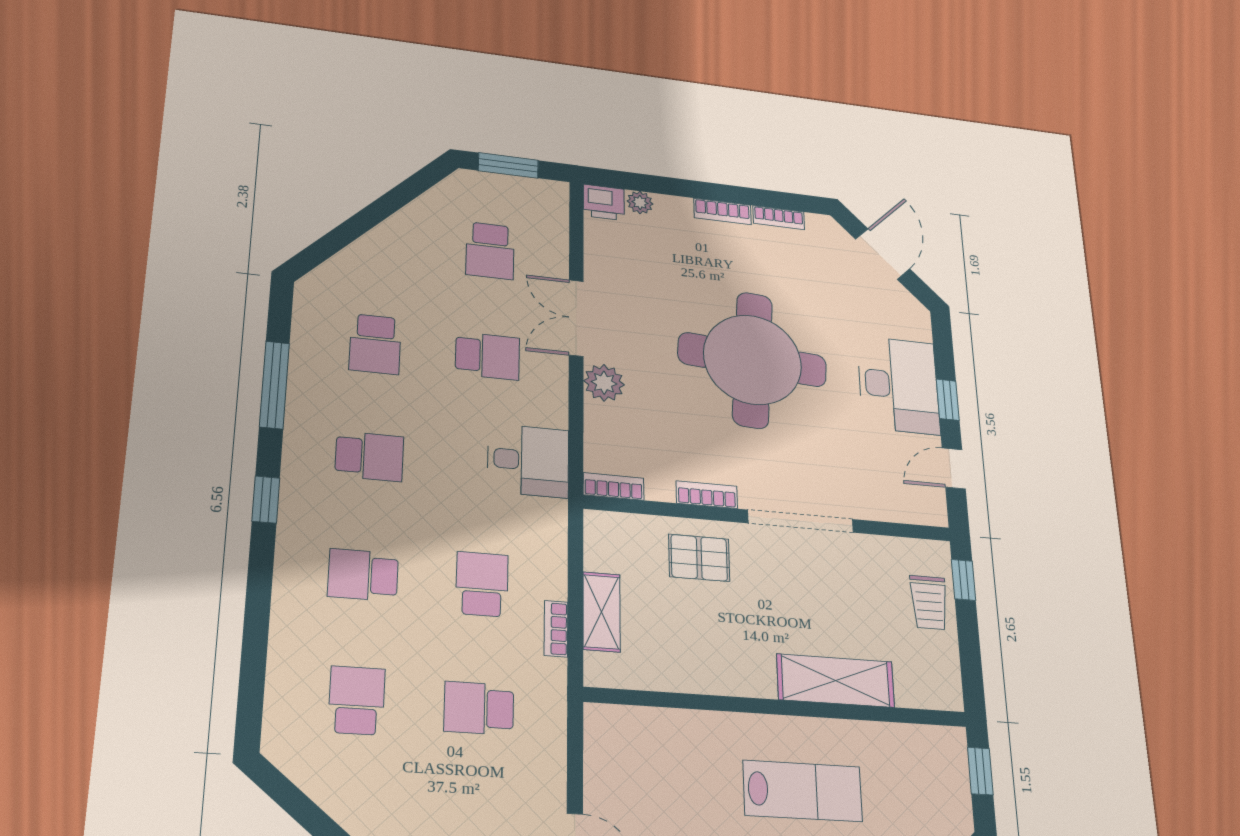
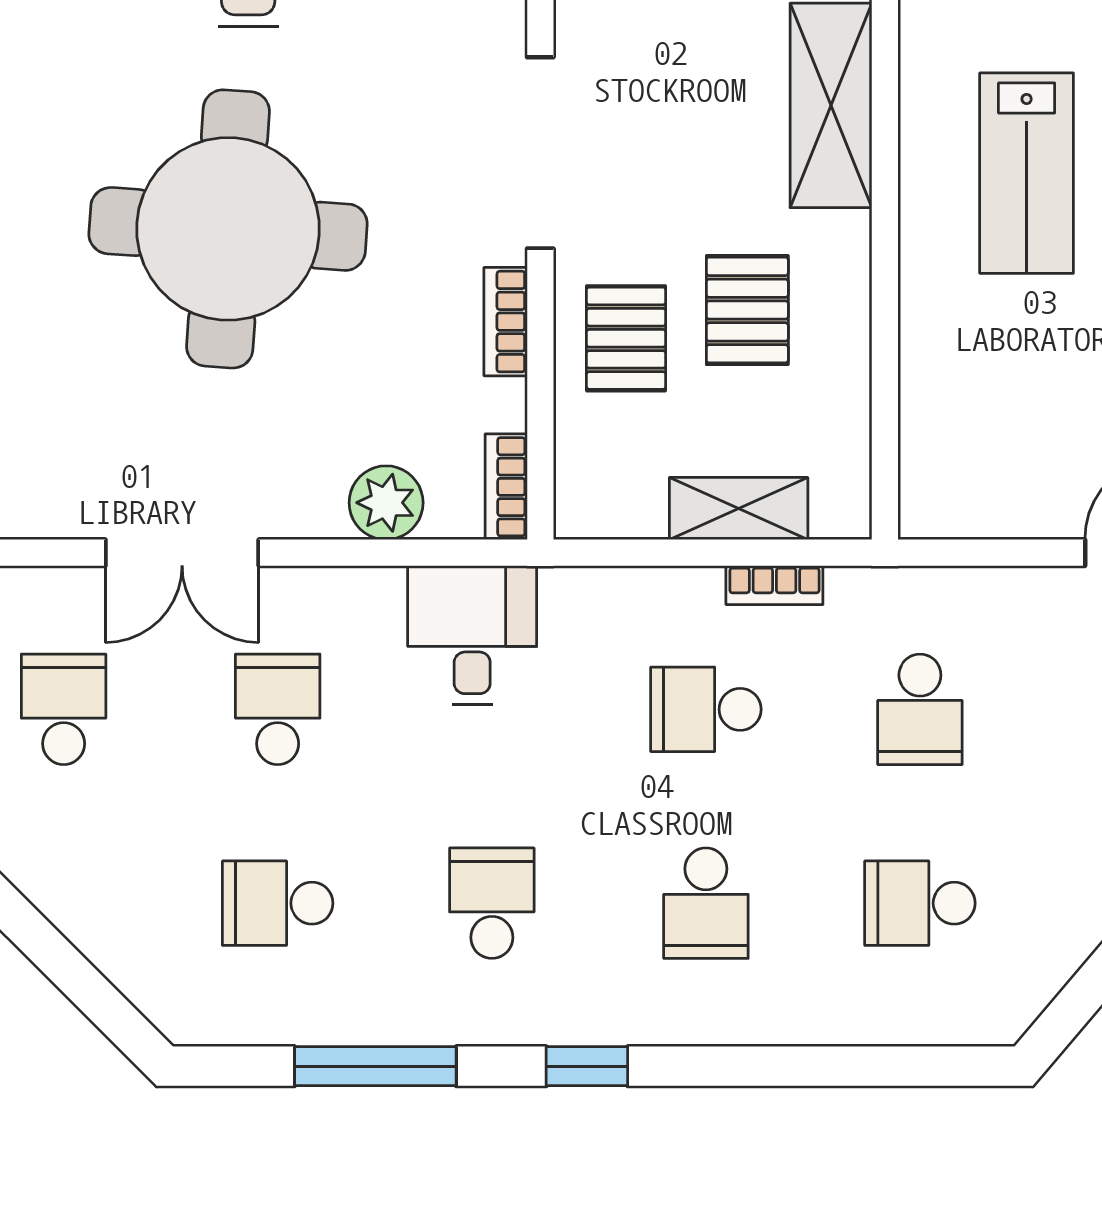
school desk: (490, 251) -> (64, 709), turned -90
school desk: (375, 344) -> (278, 903), turned 180
plant: (604, 383) -> (386, 503), moved
pallet: (717, 625) -> (747, 310), added
lab bench: (803, 791) -> (1027, 173), turned 180

